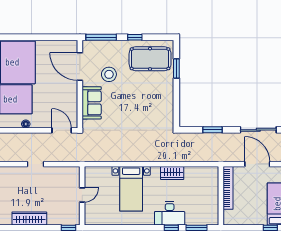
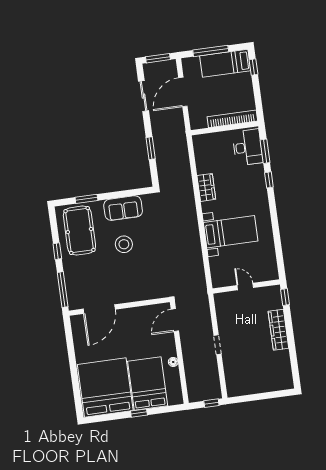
stool: (109, 74) -> (124, 244), moved
sofa: (92, 103) -> (123, 208), moved, turned 180
sliding door: (258, 130) -> (144, 96), width x0.73
bookcase: (228, 188) -> (232, 119), moved
desk: (170, 213) -> (248, 147), moved
wardrobe: (29, 218) -> (278, 330), moved

